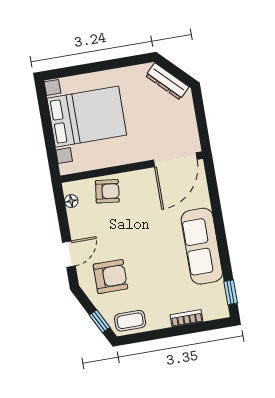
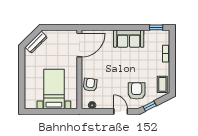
bed with nightstands: (87, 117) -> (54, 89), width x0.73
door: (175, 160) -> (79, 45), hinge flipped
sofa: (202, 246) -> (129, 39), width x0.73
window: (100, 321) -> (150, 106), moved

